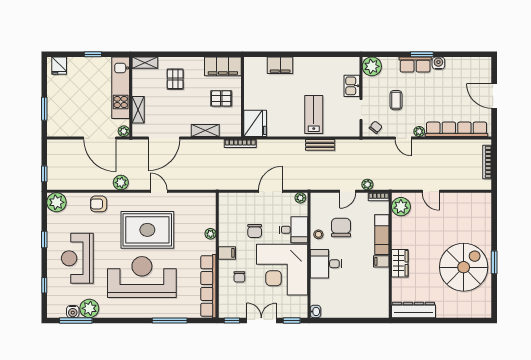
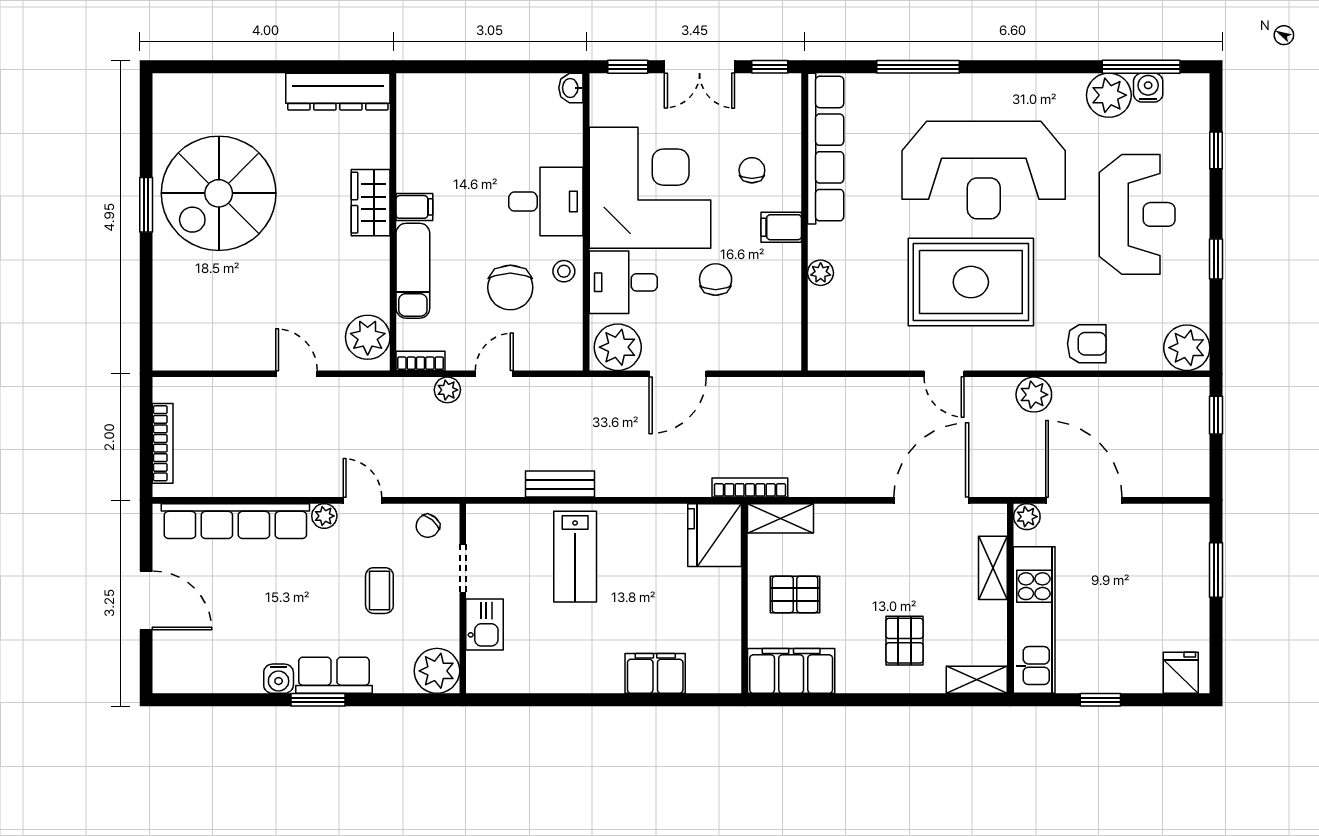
shelving: (205, 131) -> (780, 518), moved
plant: (300, 198) -> (618, 347), width x1.87, depth x1.87

